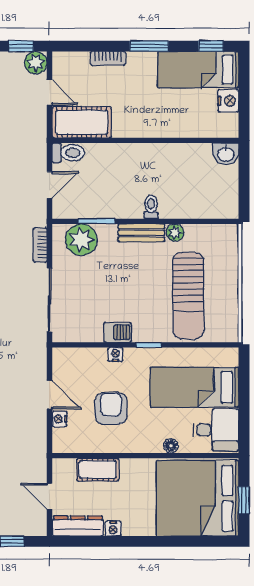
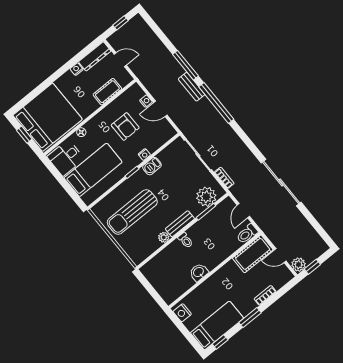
nightstand: (228, 101) -> (182, 313), moved
washbasin: (226, 154) -> (199, 272), moved
sun lounger: (188, 296) -> (132, 212), turned -90

